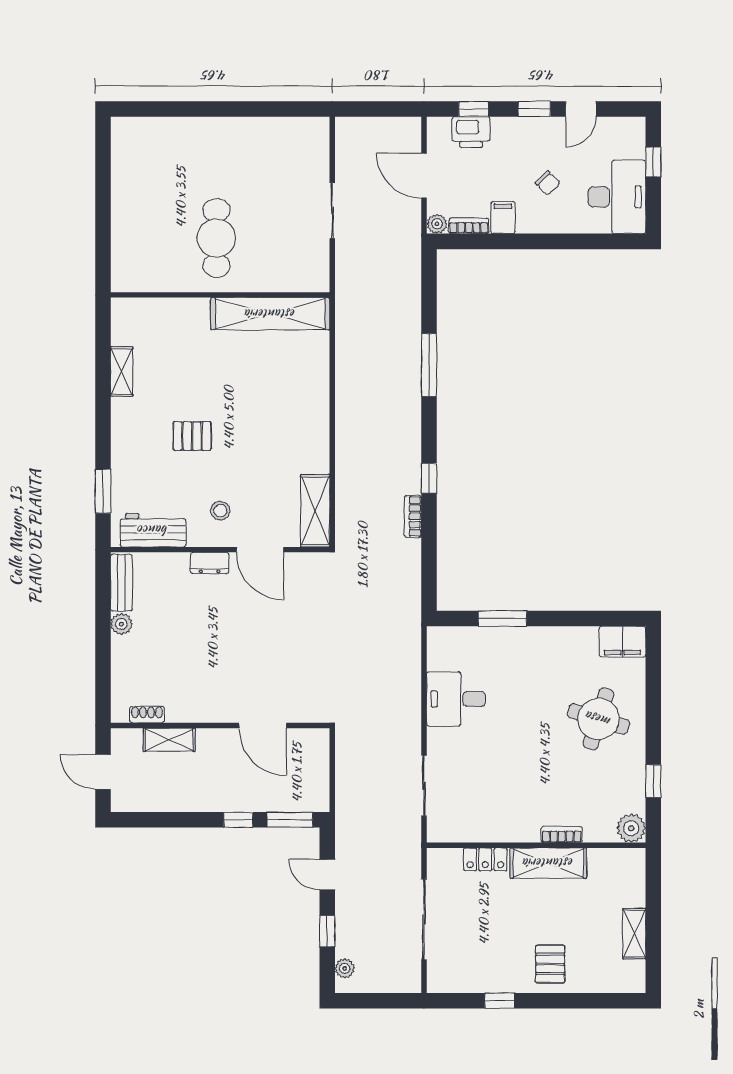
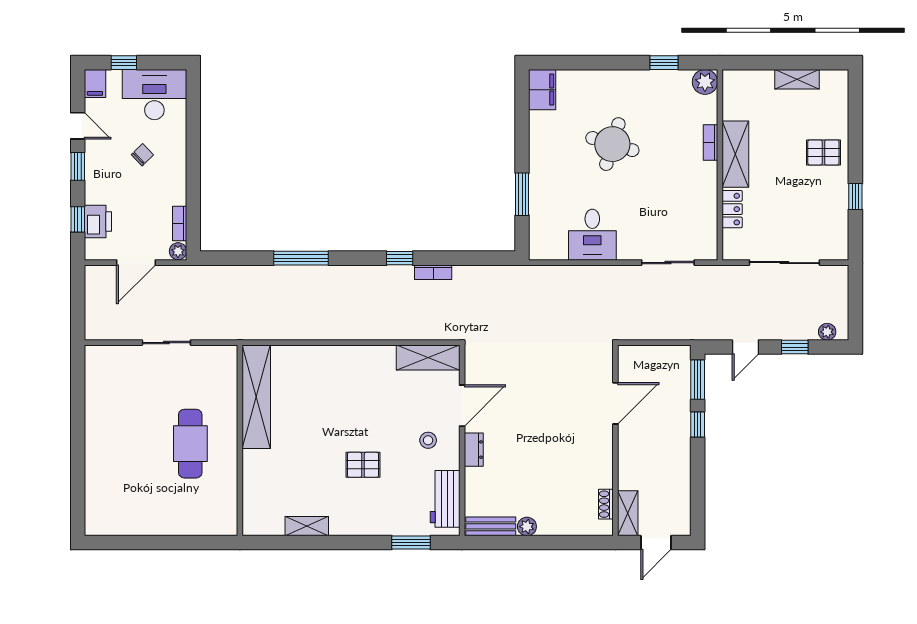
filing cabinet: (503, 218) -> (95, 83), moved, turned -90
cafe table: (216, 238) -> (190, 444), turned 90
pallet: (192, 436) -> (363, 465), turned 90
round table: (598, 719) -> (612, 144), moved
shelving: (169, 740) -> (628, 513), moved

